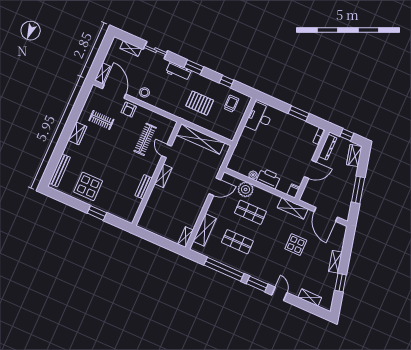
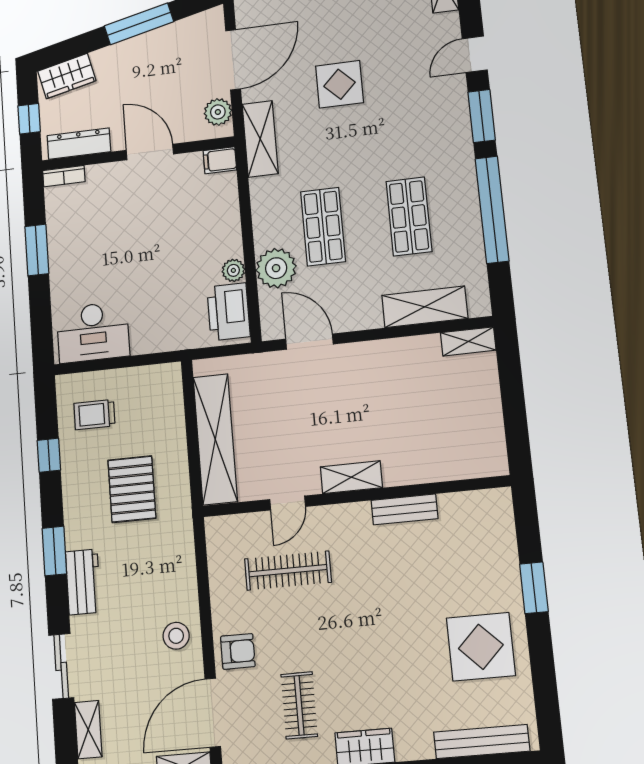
printer: (268, 179) -> (229, 312), moved
plant: (311, 199) -> (218, 112), added

